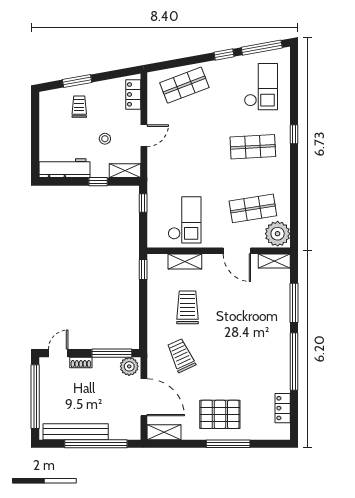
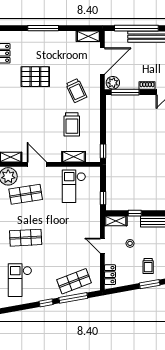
window: (262, 48) -> (73, 298), moved
door: (144, 136) -> (102, 246), hinge flipped
door: (144, 397) -> (102, 61), swing flipped
pallet: (220, 414) -> (35, 77), moved

